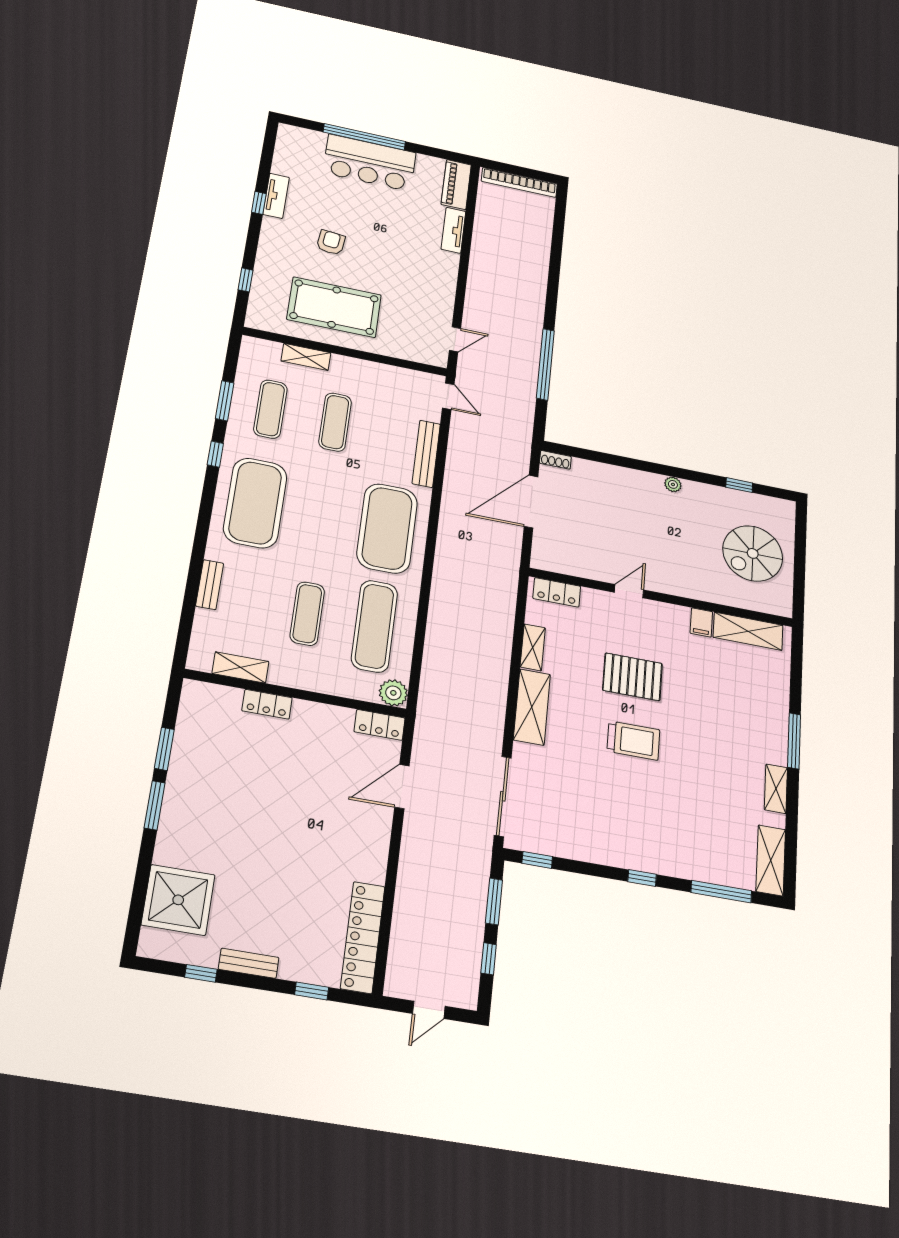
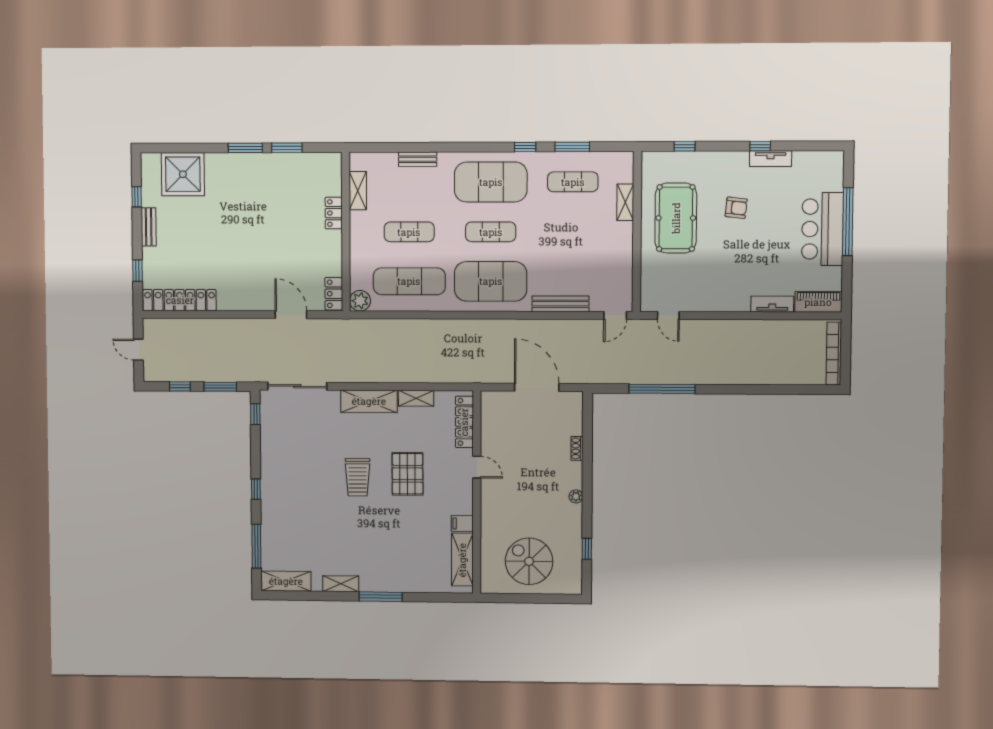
exercise mat: (335, 422) -> (491, 232), moved
shoe rack: (555, 460) -> (577, 448), moved
locker: (557, 592) -> (464, 422), width x1.53

